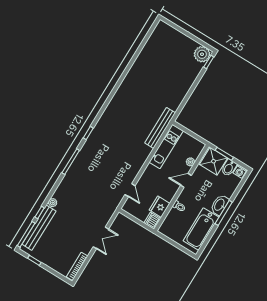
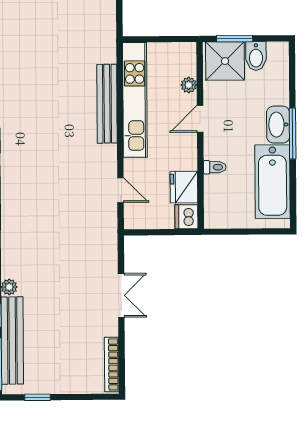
bench: (160, 128) -> (107, 104), moved
kitchen unit: (166, 146) -> (135, 100), width x1.36
washing machine: (240, 171) -> (277, 51), removed

